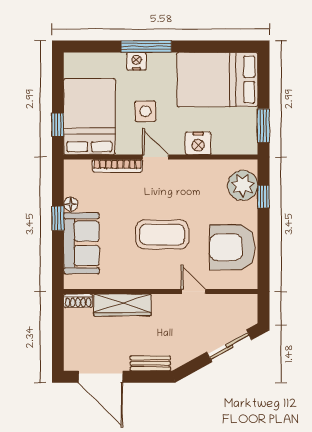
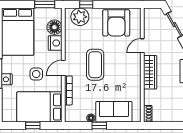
window: (58, 125) -> (33, 126), moved
floor lamp: (225, 142) -> (54, 27), added
coffee table: (162, 234) -> (95, 65), moved
wardrobe: (122, 305) -> (150, 72), moved

